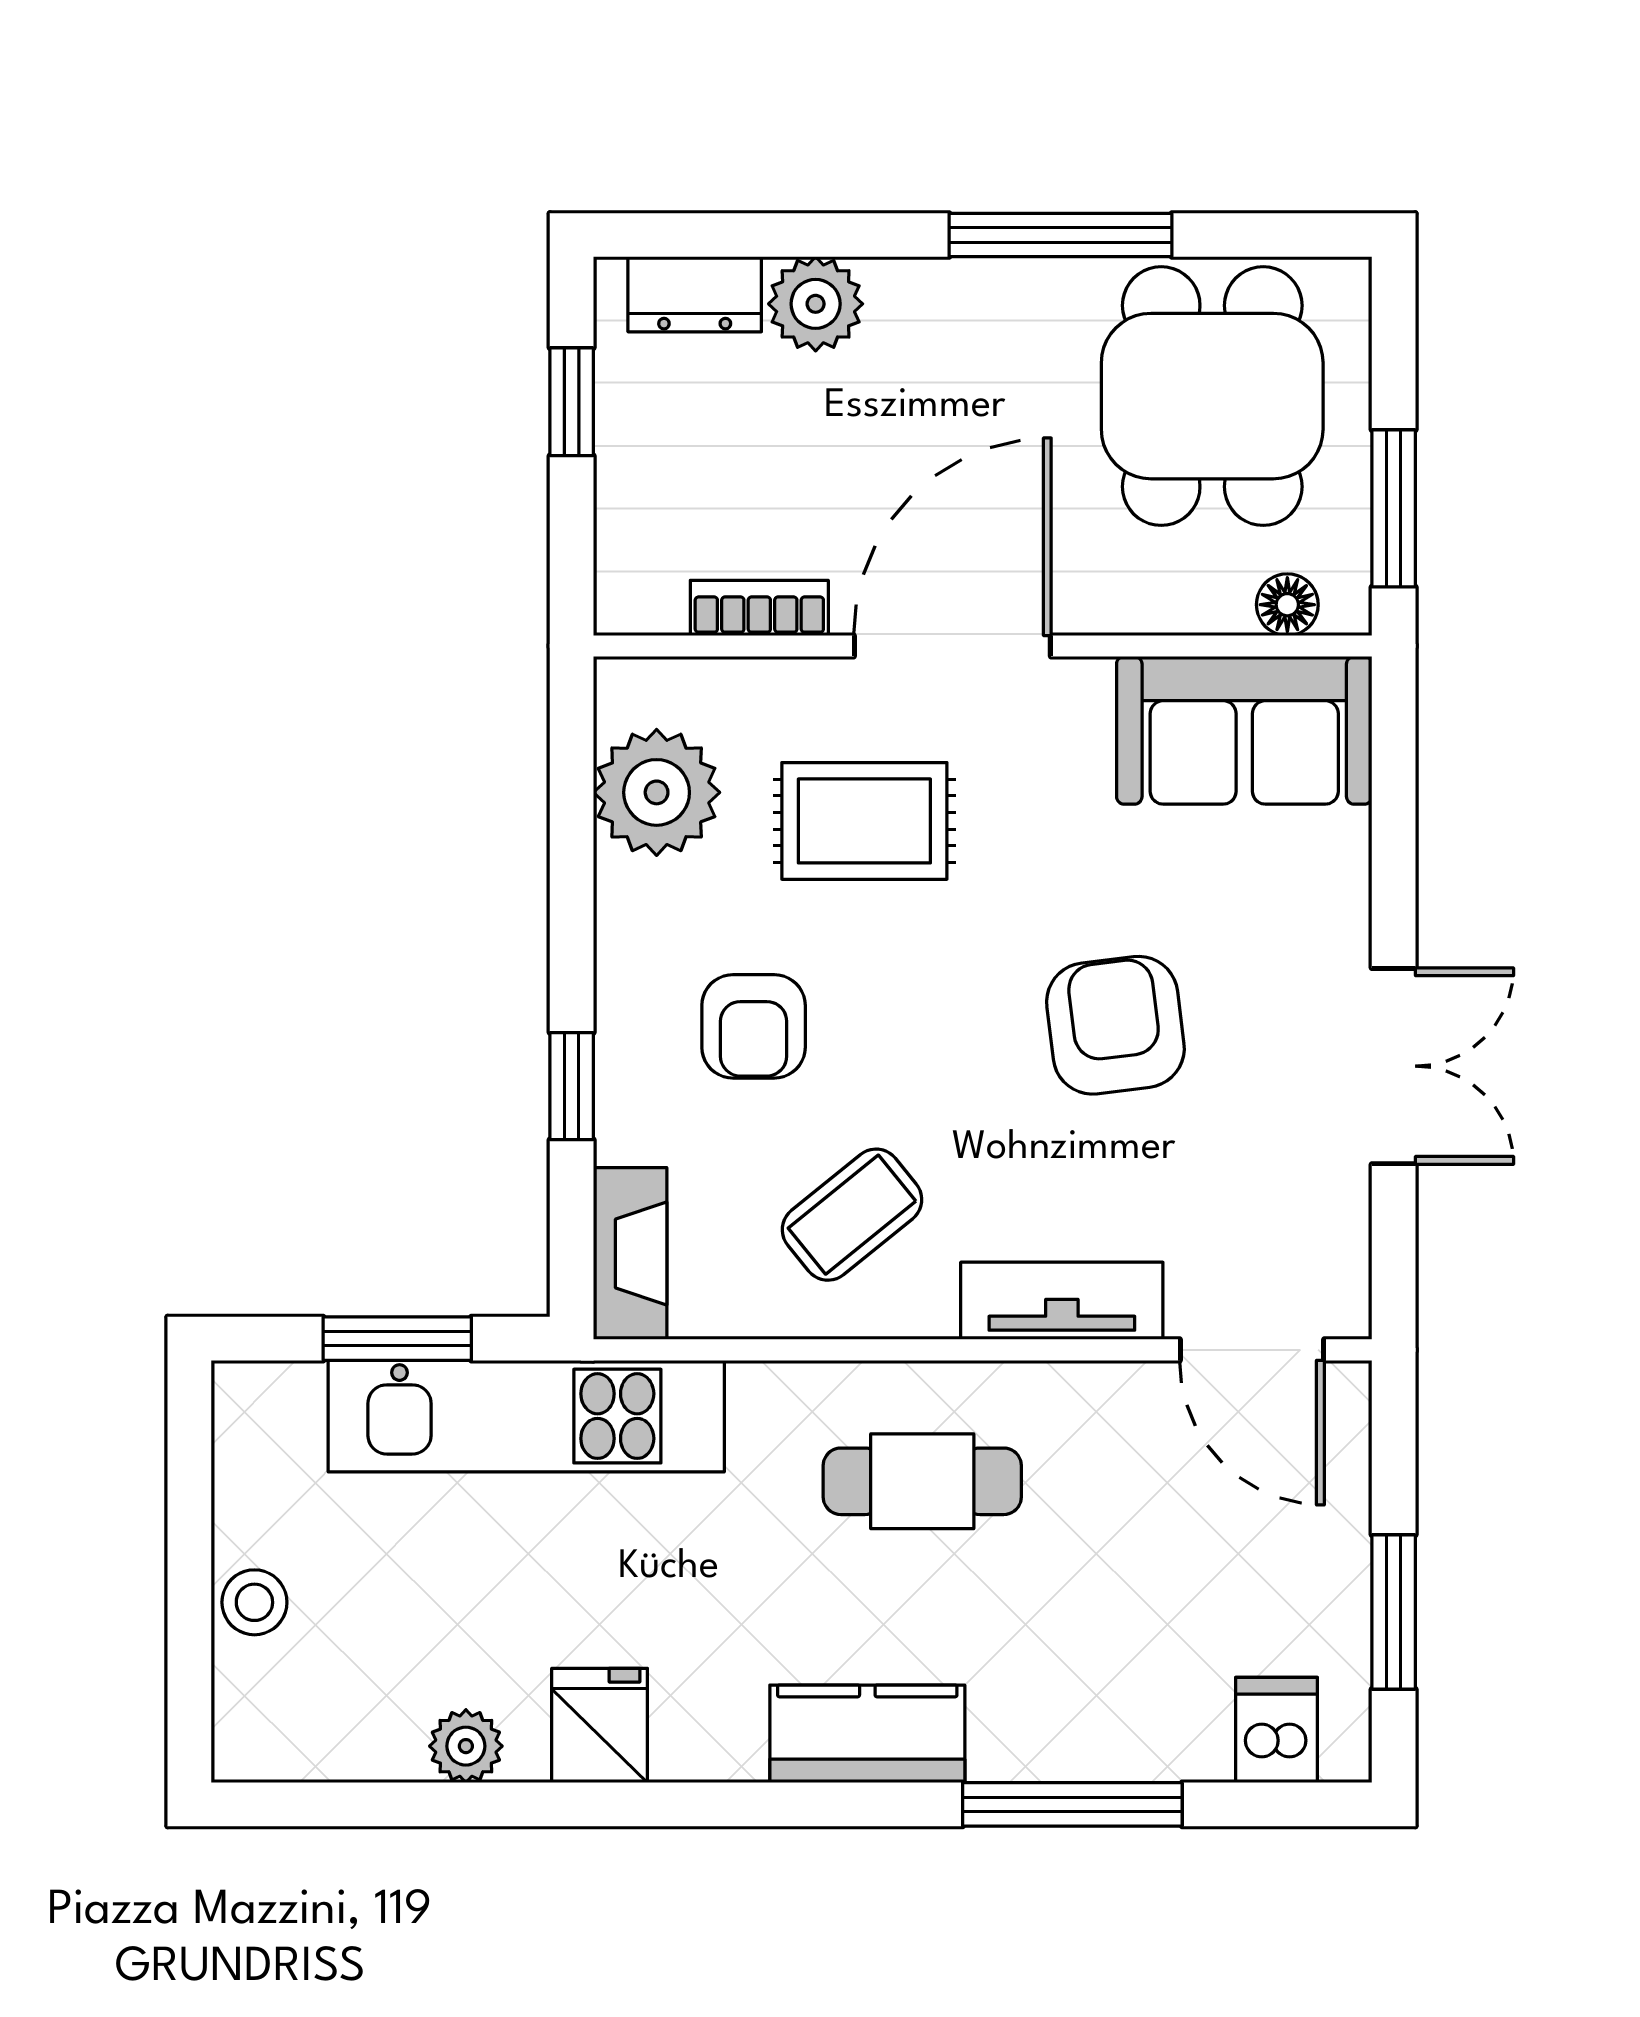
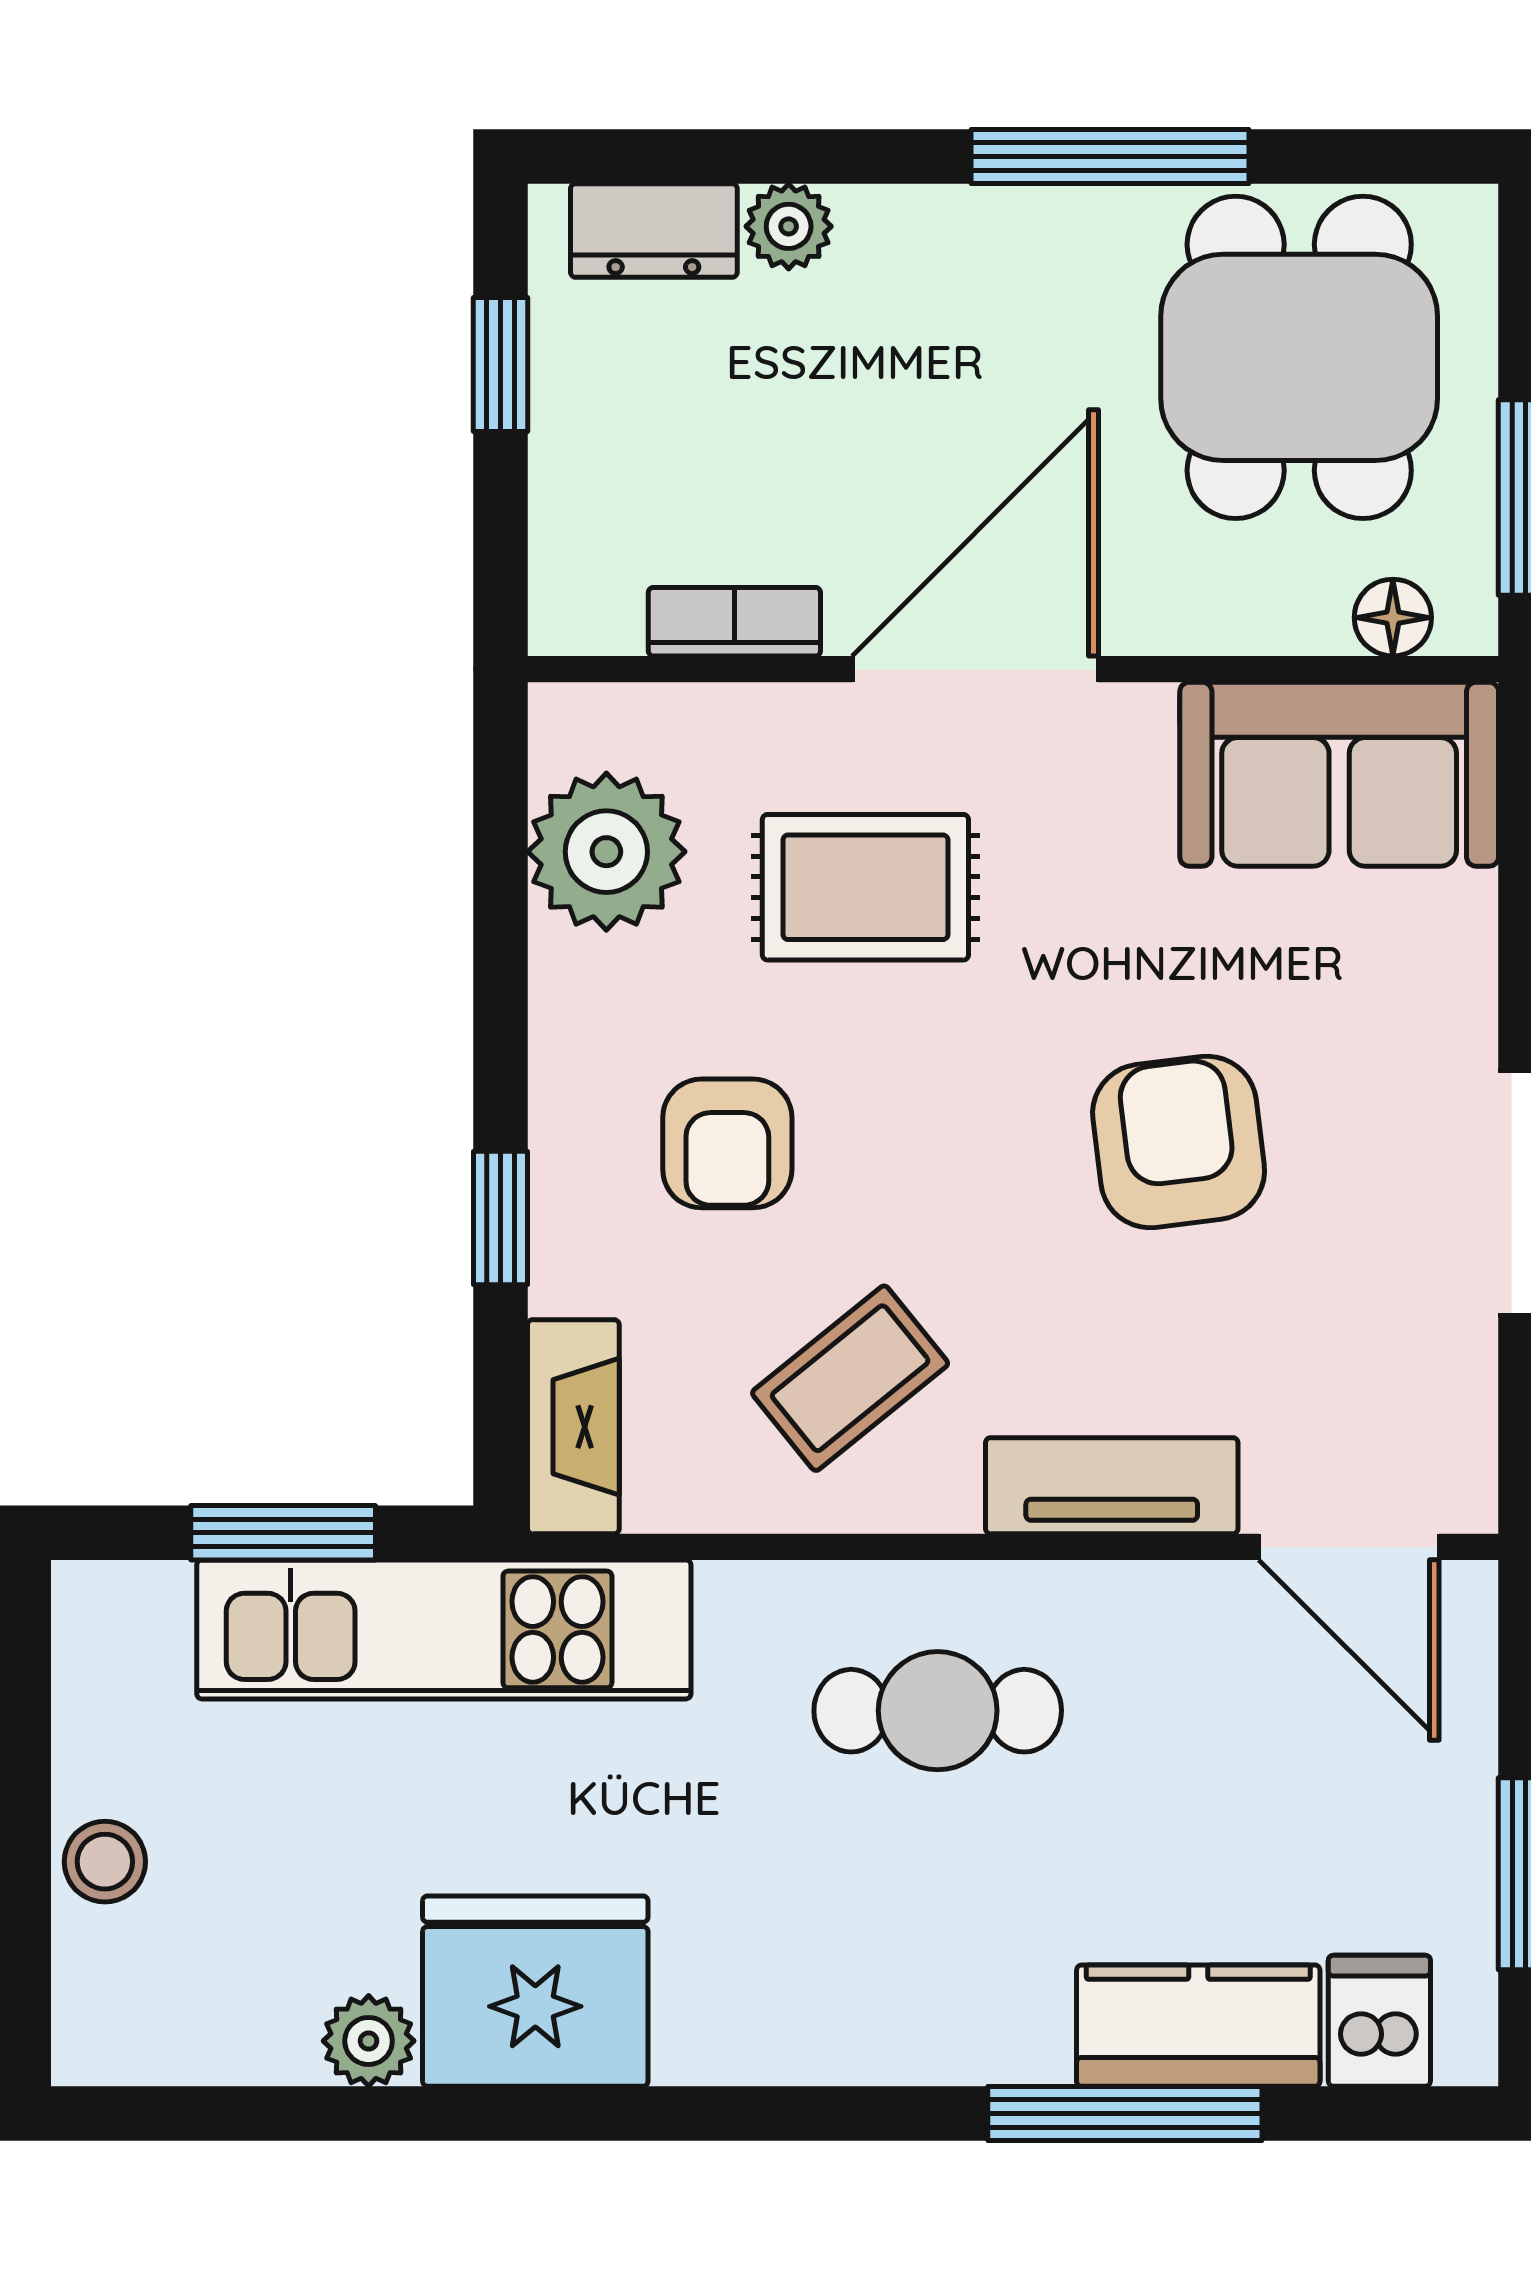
plant: (816, 304) -> (789, 226), width x0.73, depth x0.73
fridge: (600, 1725) -> (535, 1991), width x1.88, depth x1.34
kitchen counter: (867, 1734) -> (1198, 2026), moved

